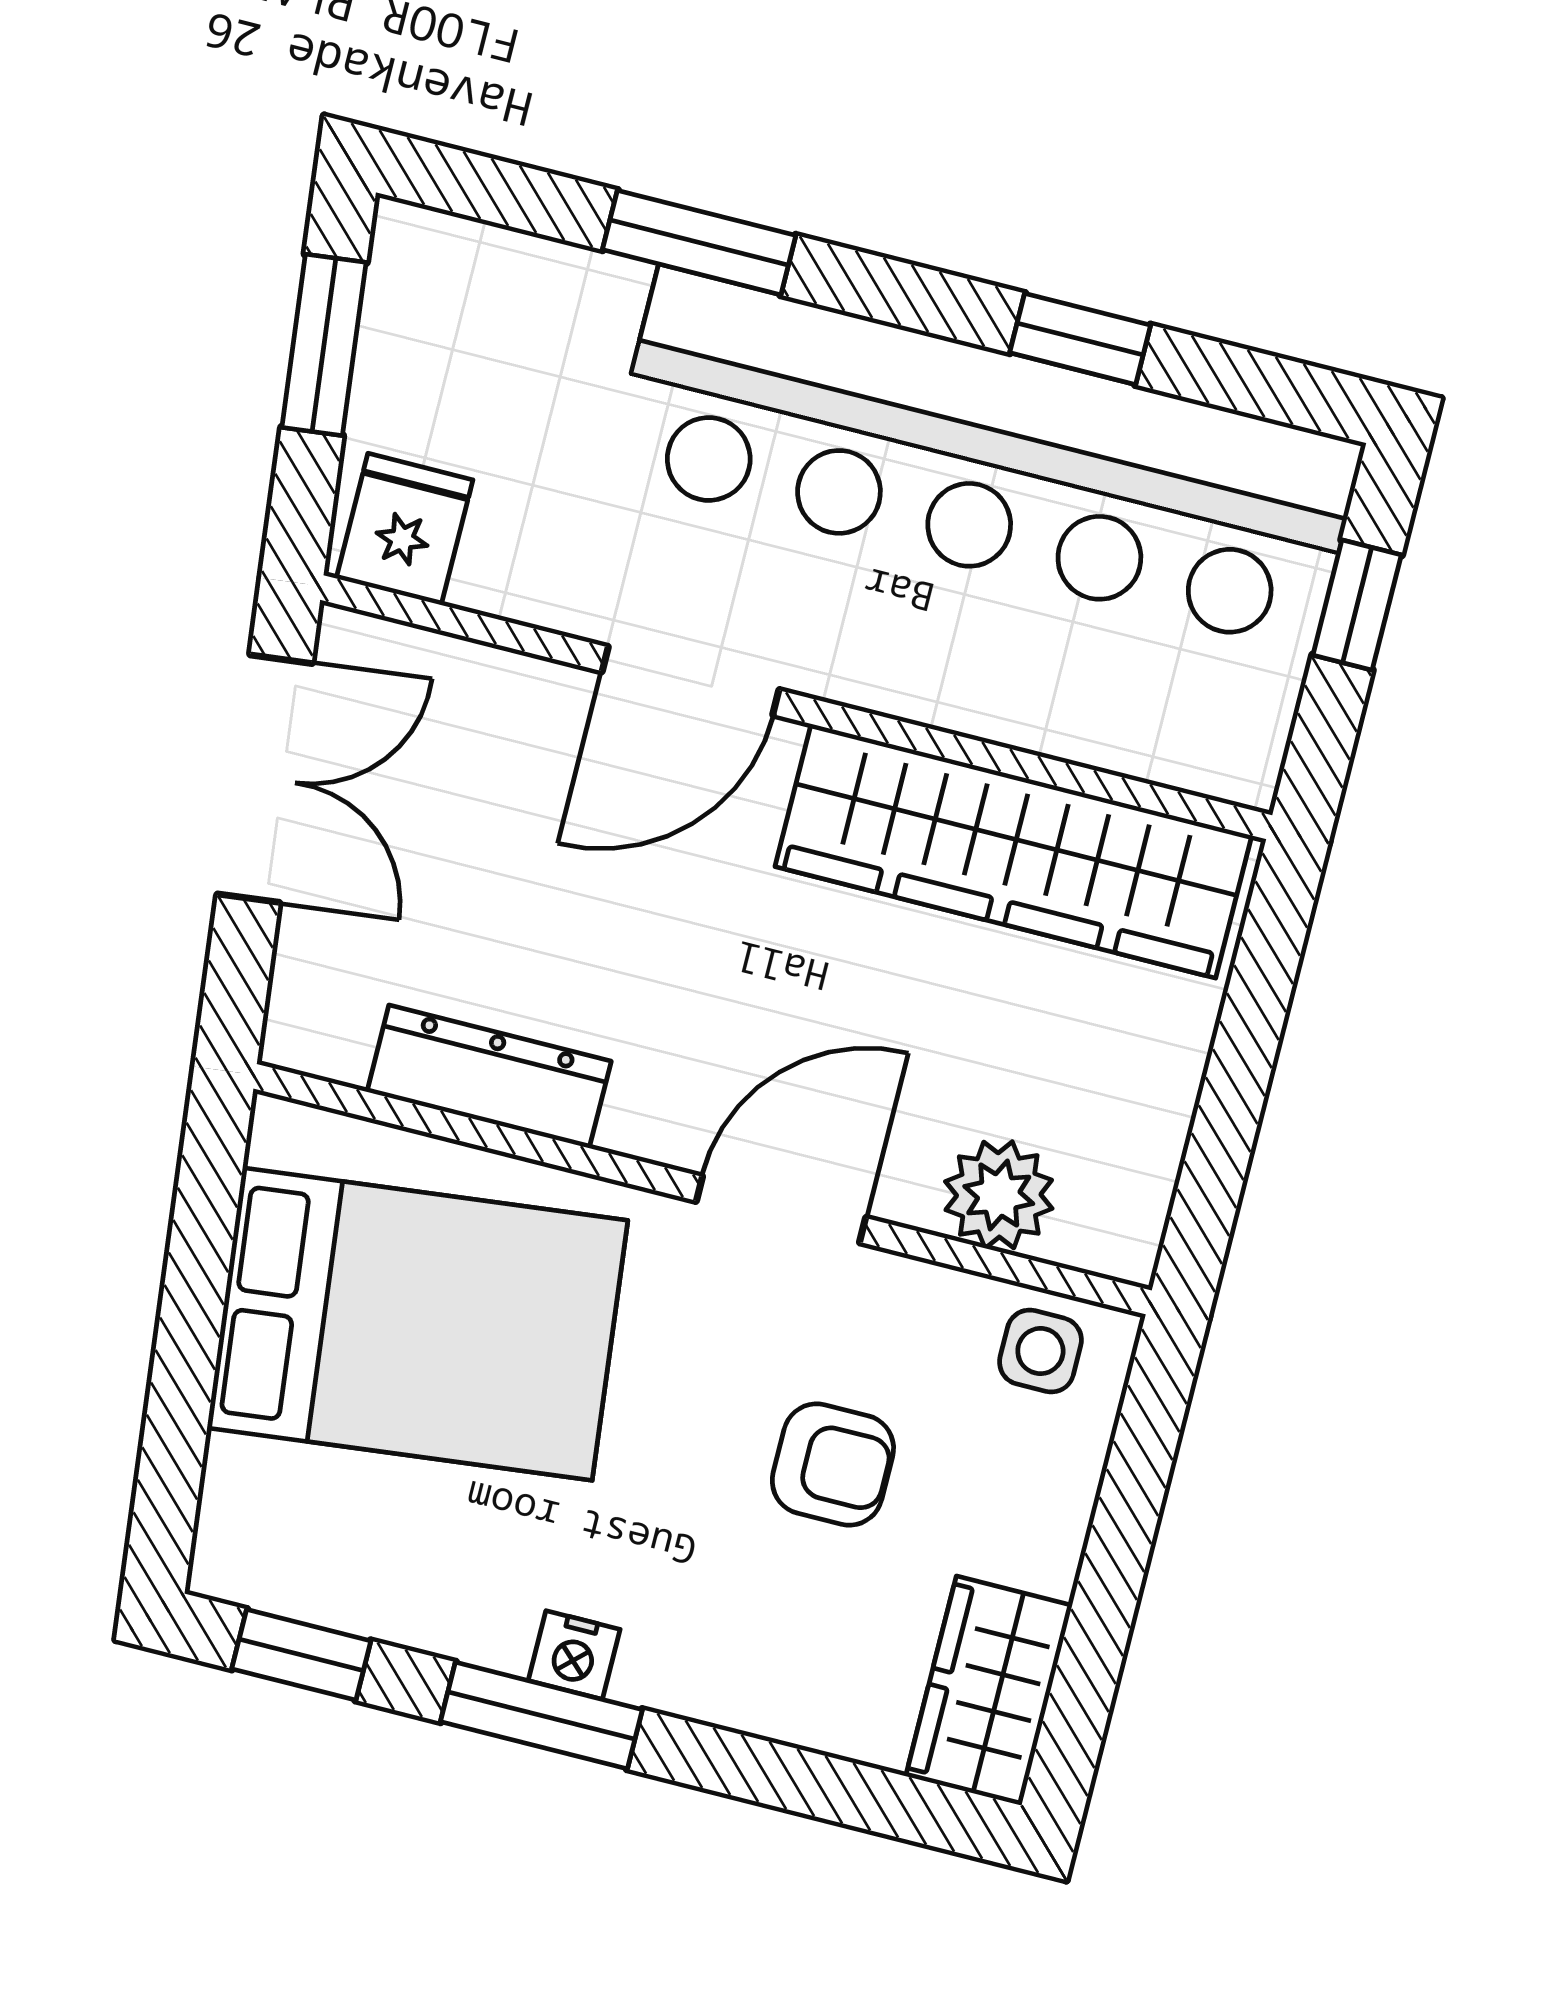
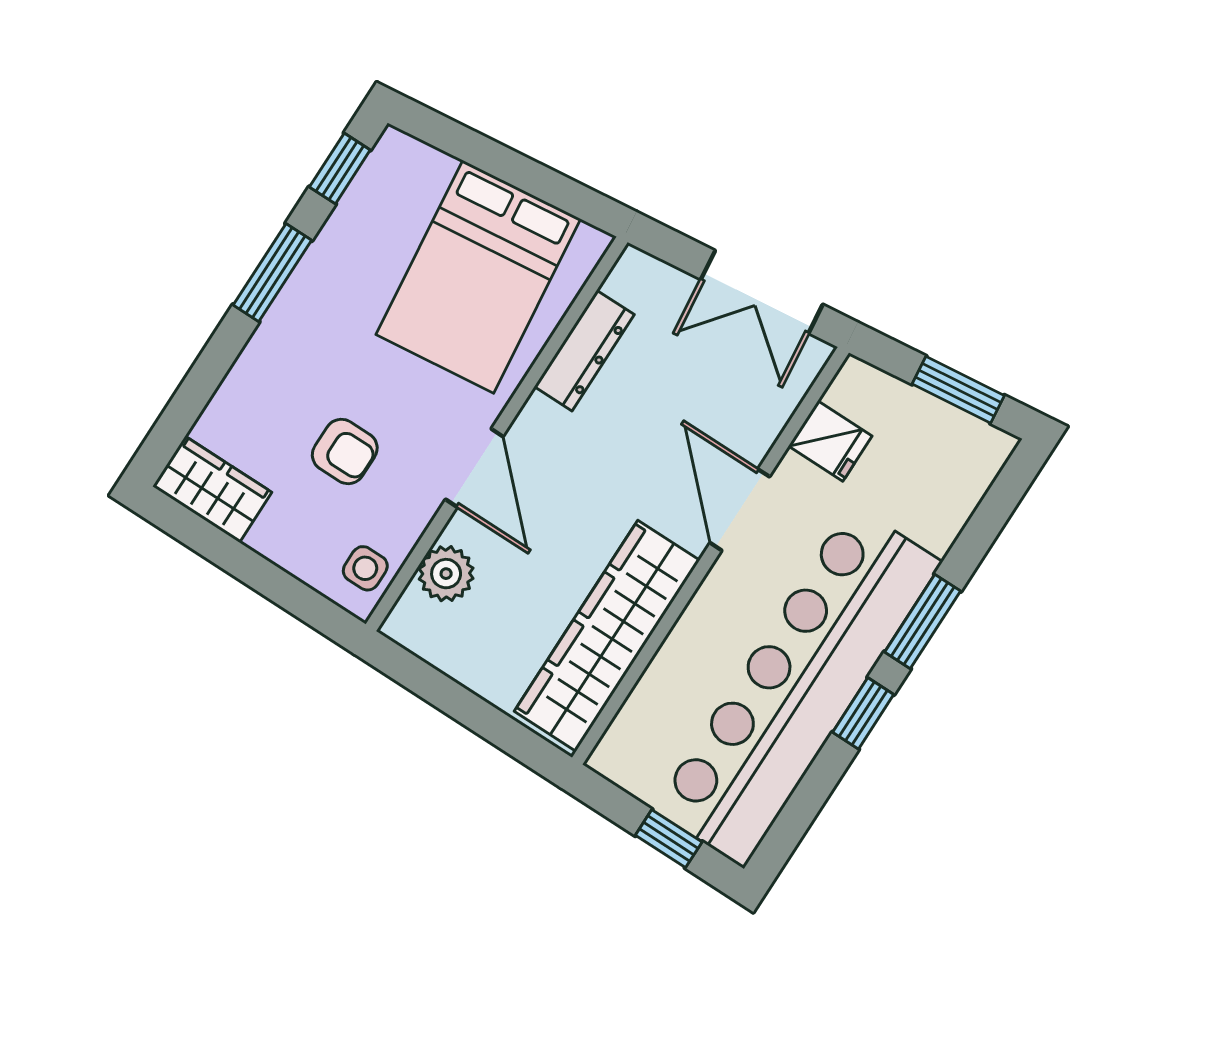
window: (699, 243) -> (923, 621), moved
window: (1080, 339) -> (863, 713), moved
fridge: (405, 529) -> (830, 441), moved
armchair: (833, 1465) -> (345, 451), turned -90
nightstand: (574, 1655) -> (296, 298), removed

